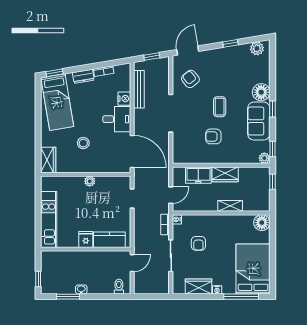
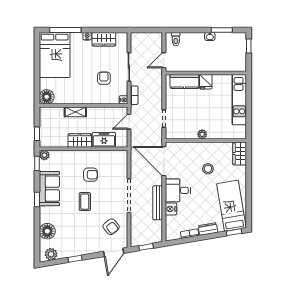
bench: (139, 89) -> (158, 203), moved
floor lamp: (261, 92) -> (47, 231), moved

